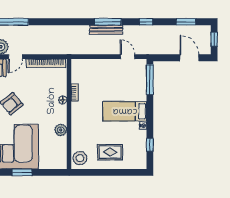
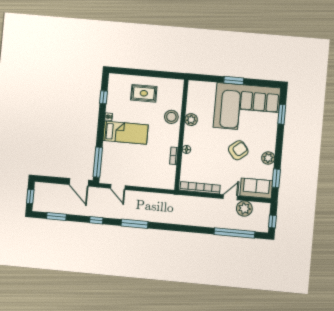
bench: (106, 30) -> (137, 216), removed
door: (189, 58) -> (79, 182), moved
stool: (80, 158) -> (171, 117), moved

